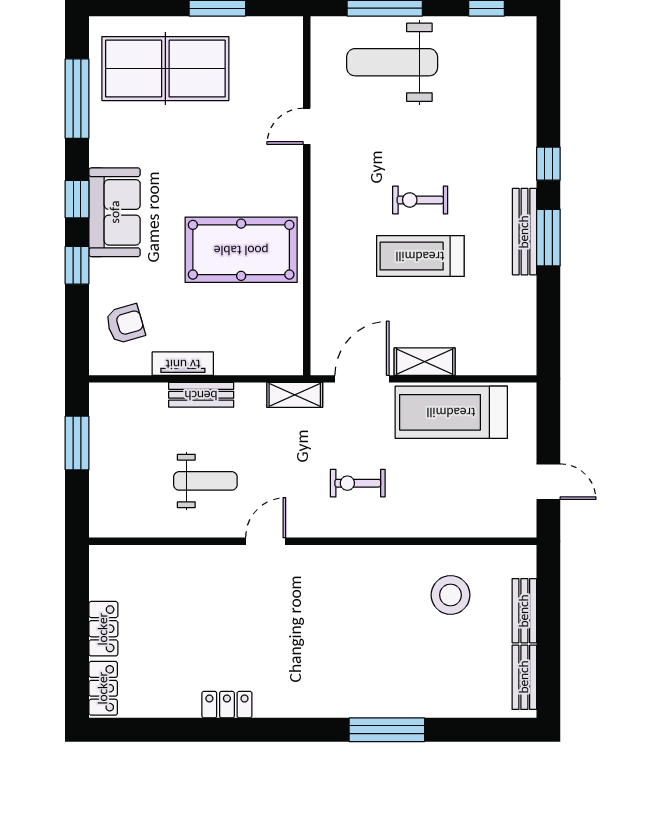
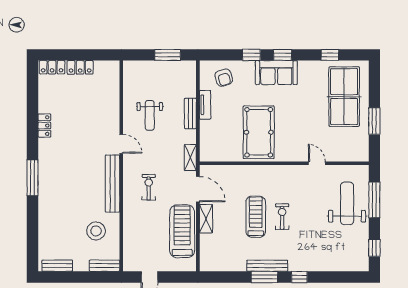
window: (77, 99) -> (330, 55), width x0.46
bench: (350, 560) -> (113, 184), added
bench: (524, 611) -> (105, 266), moved
window: (387, 730) -> (33, 178), moved

